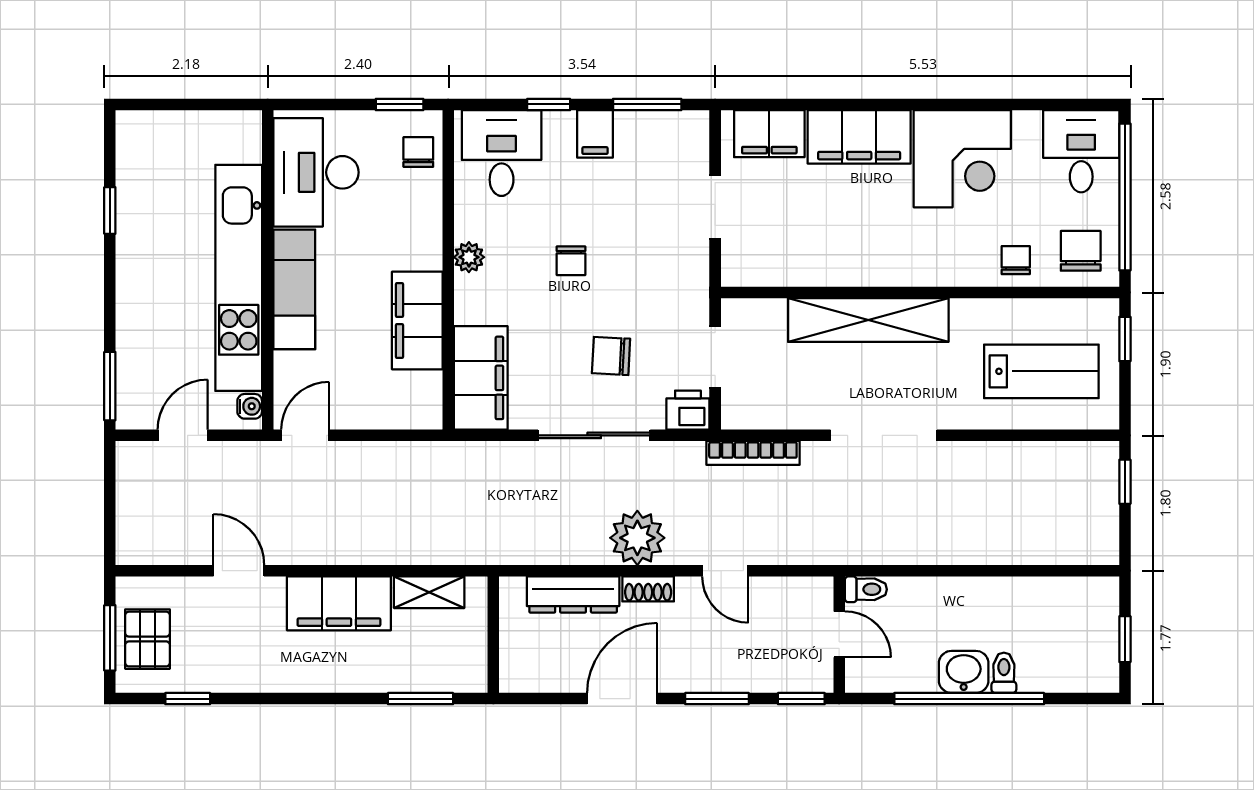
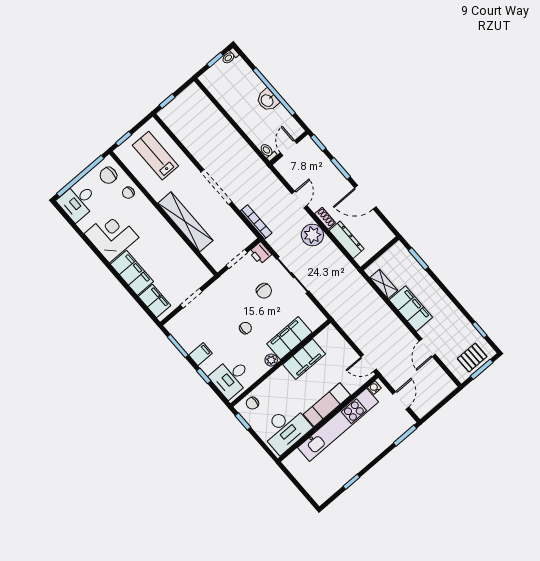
filing cabinet: (481, 378) -> (289, 338), moved
door: (183, 435) -> (401, 400), swing flipped
toilet: (1004, 673) -> (230, 56), moved

